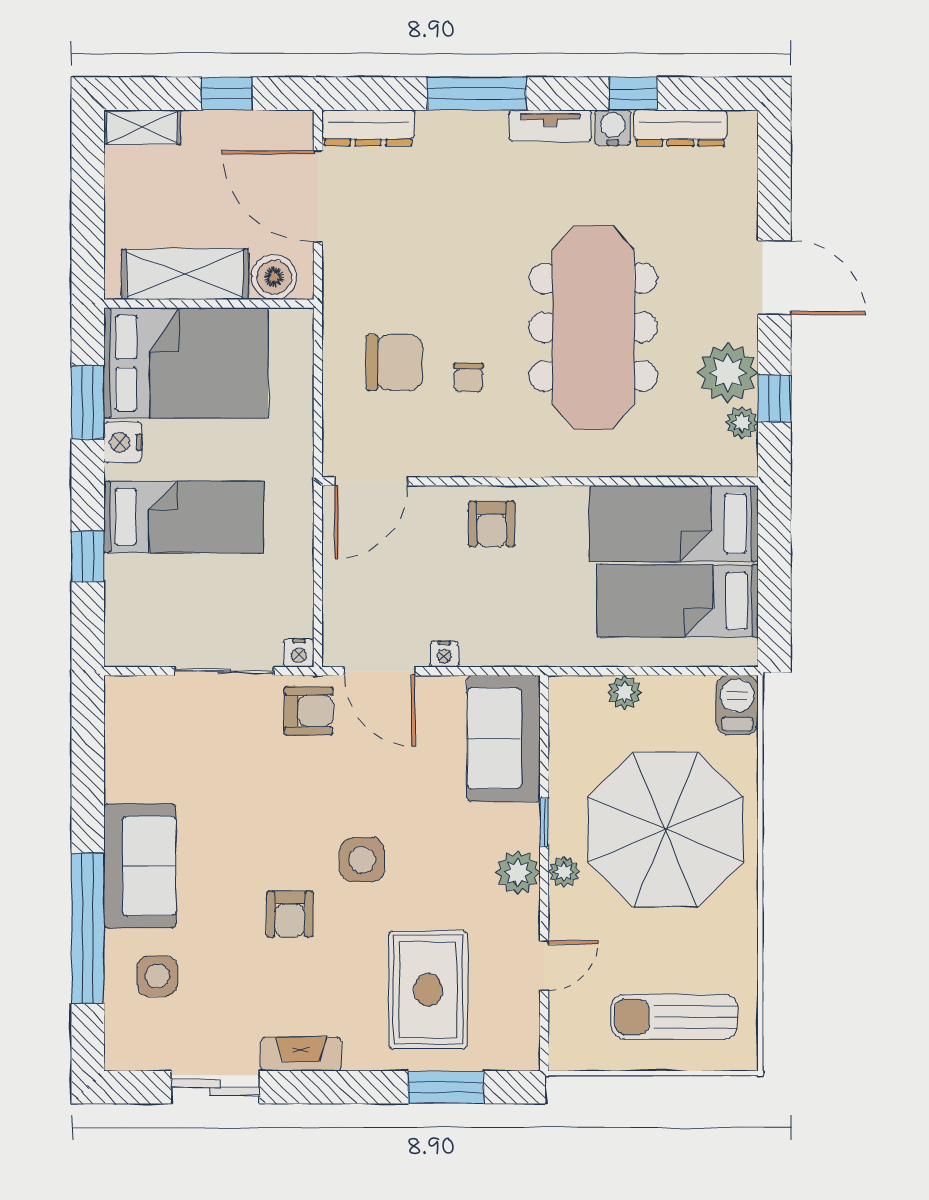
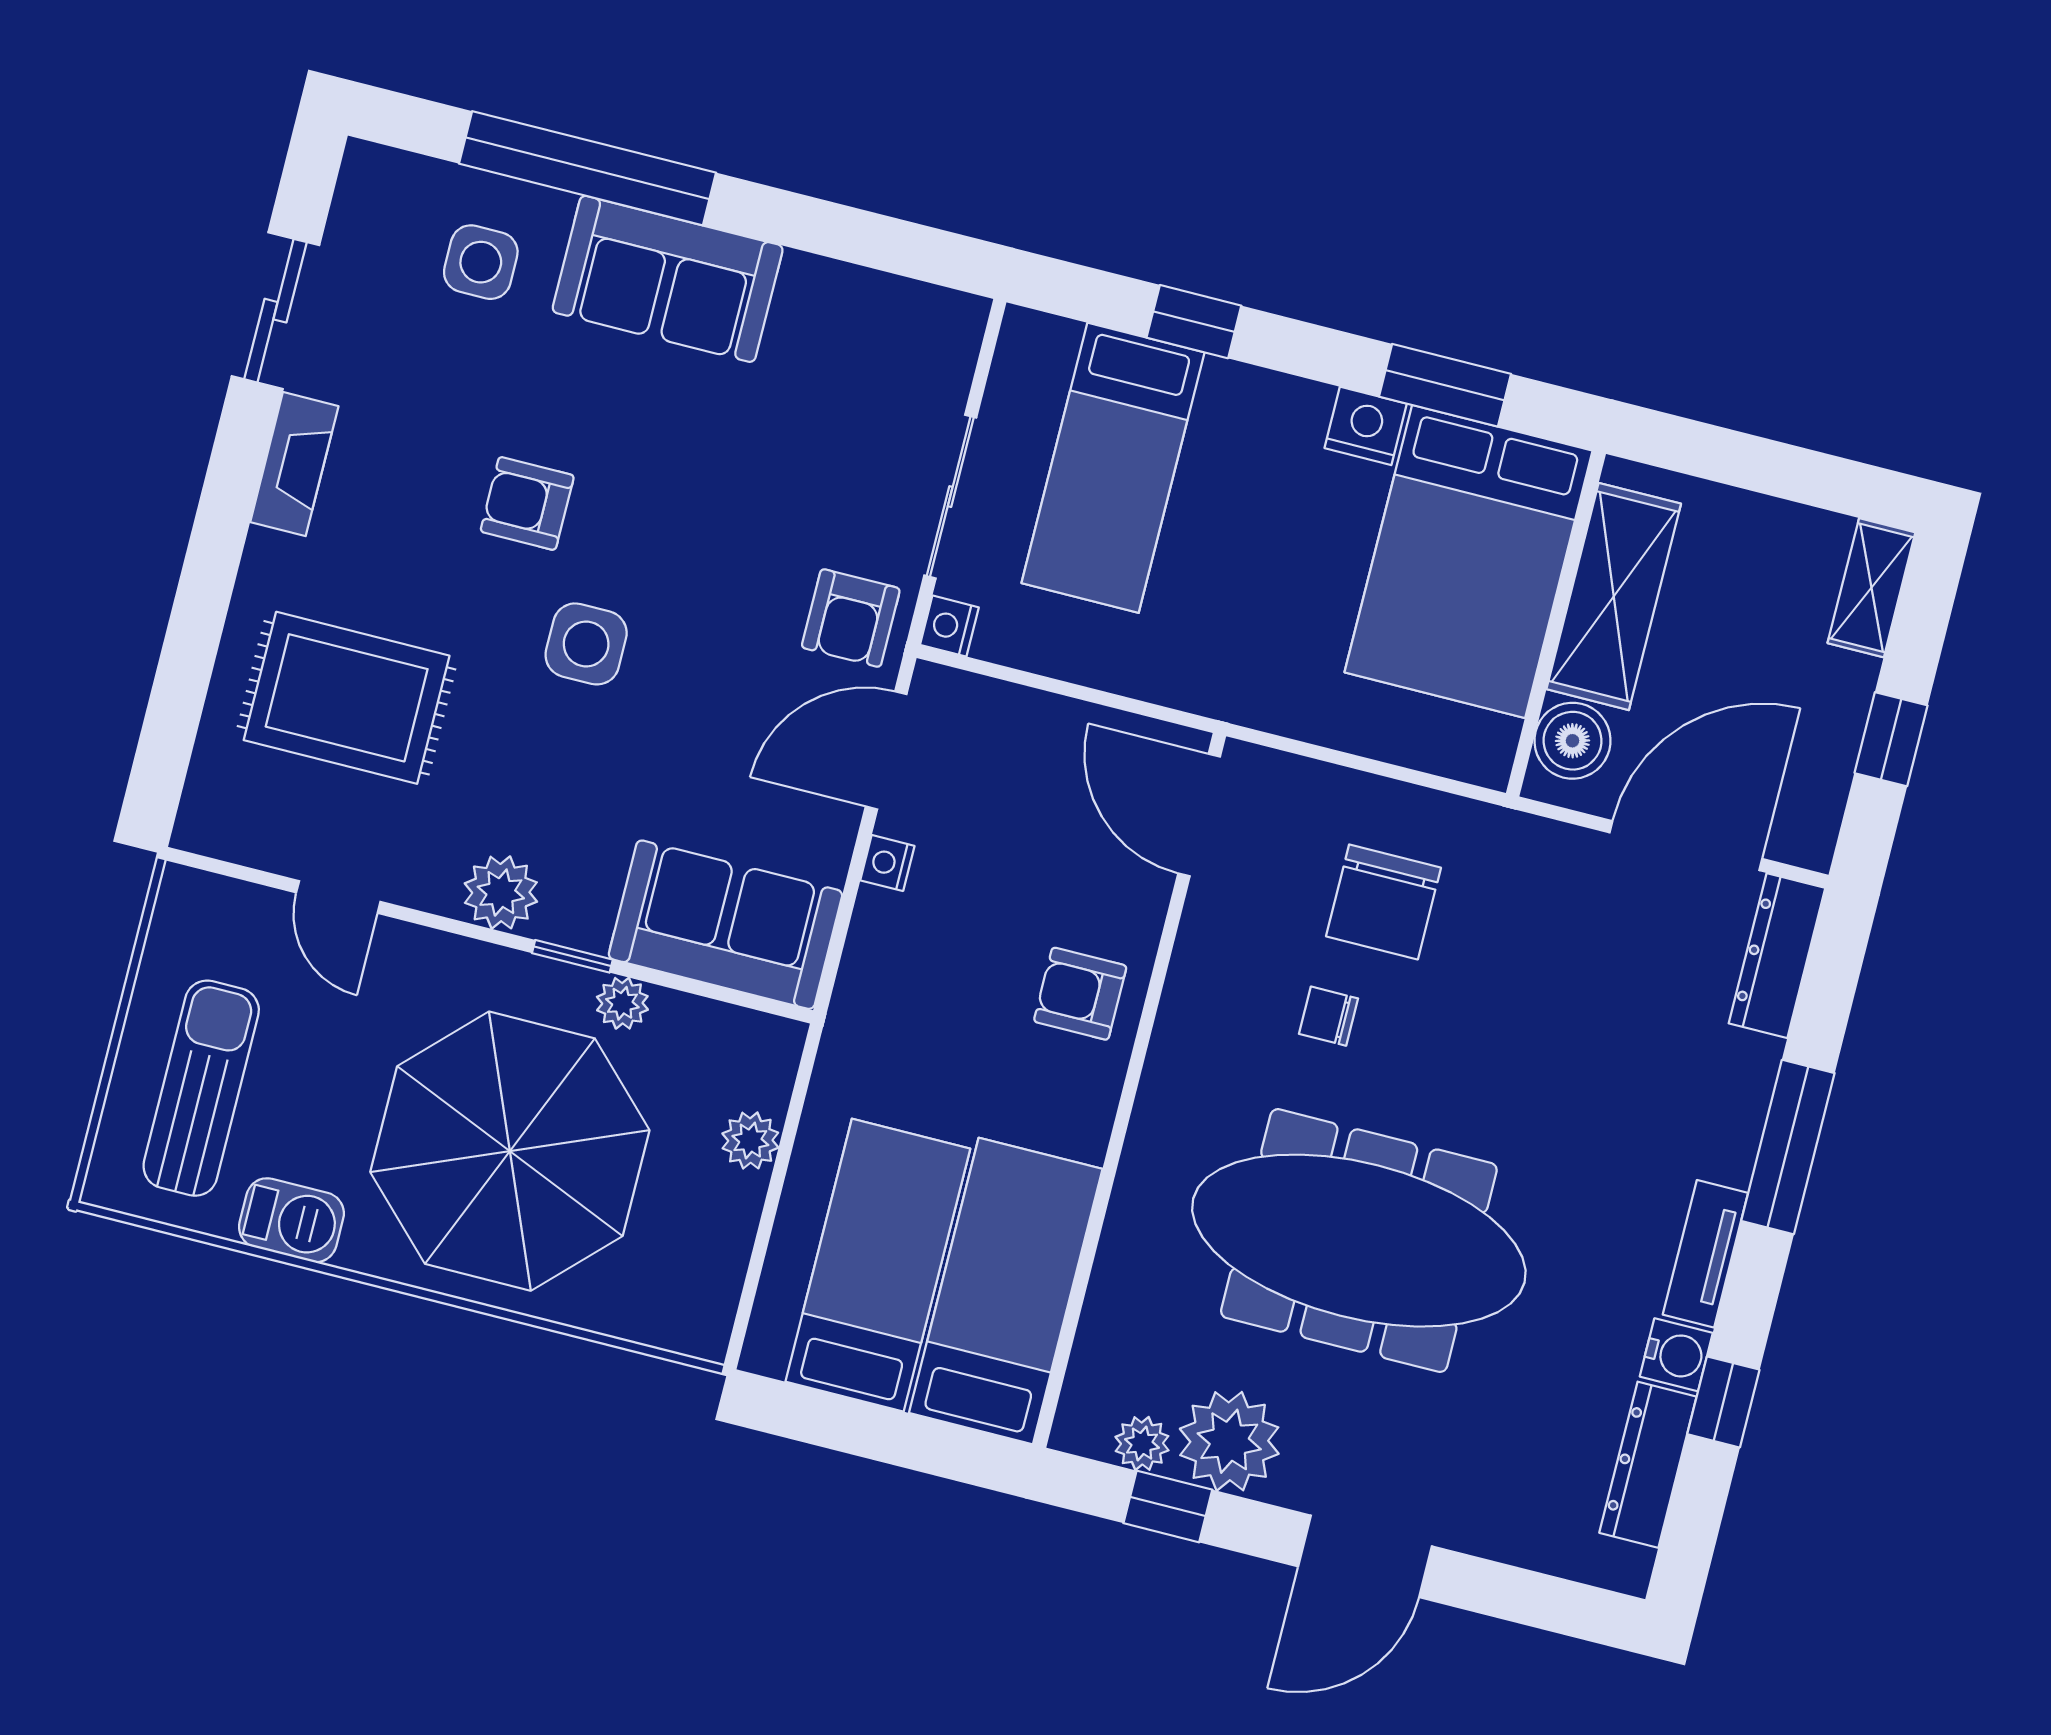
bed: (184, 517) -> (1113, 468), moved
barbecue: (737, 705) -> (291, 1220), moved
plant: (564, 872) -> (622, 1003), moved
window: (446, 1087) -> (180, 687), removed

